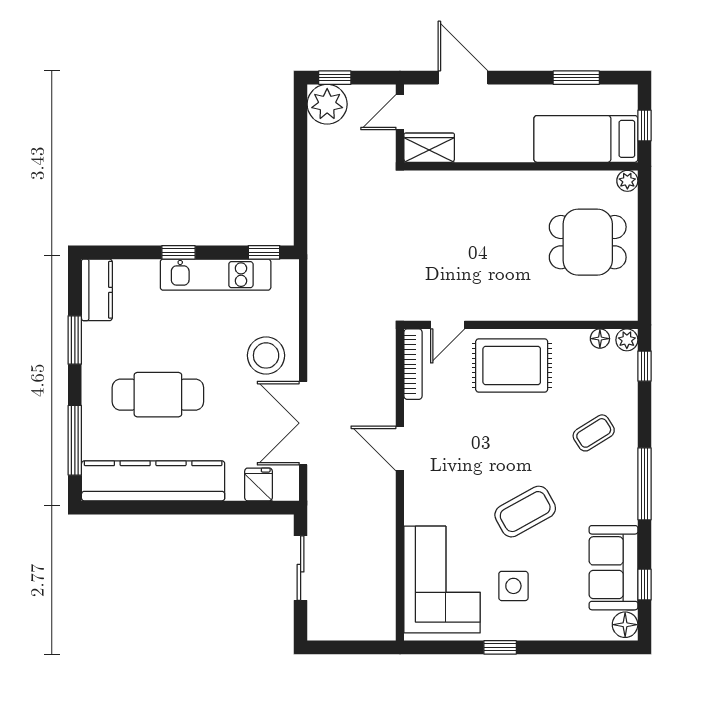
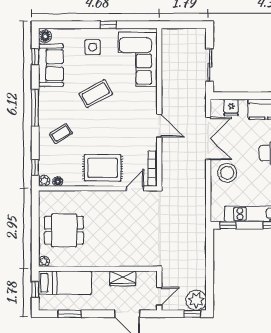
wardrobe: (429, 148) -> (123, 278), moved
side table: (513, 586) -> (93, 47), moved

